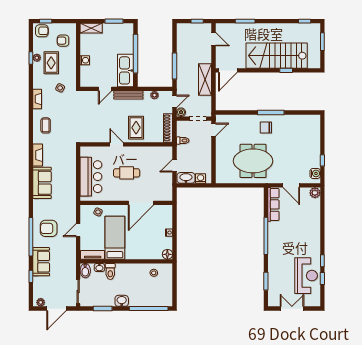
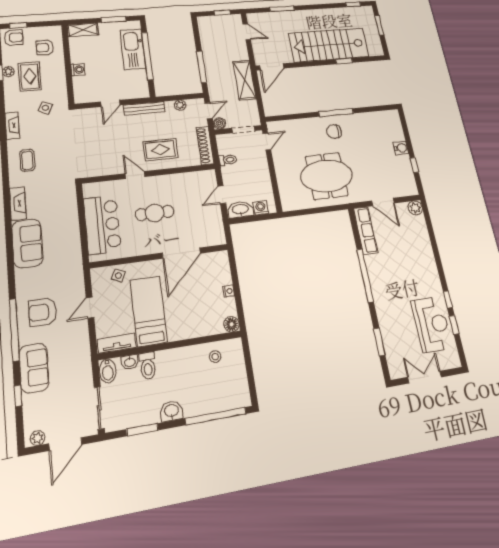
kitchen sink: (126, 70) -> (133, 49), moved
rug: (136, 128) -> (160, 150), turned 90
water cooler: (315, 173) -> (401, 148), moved

